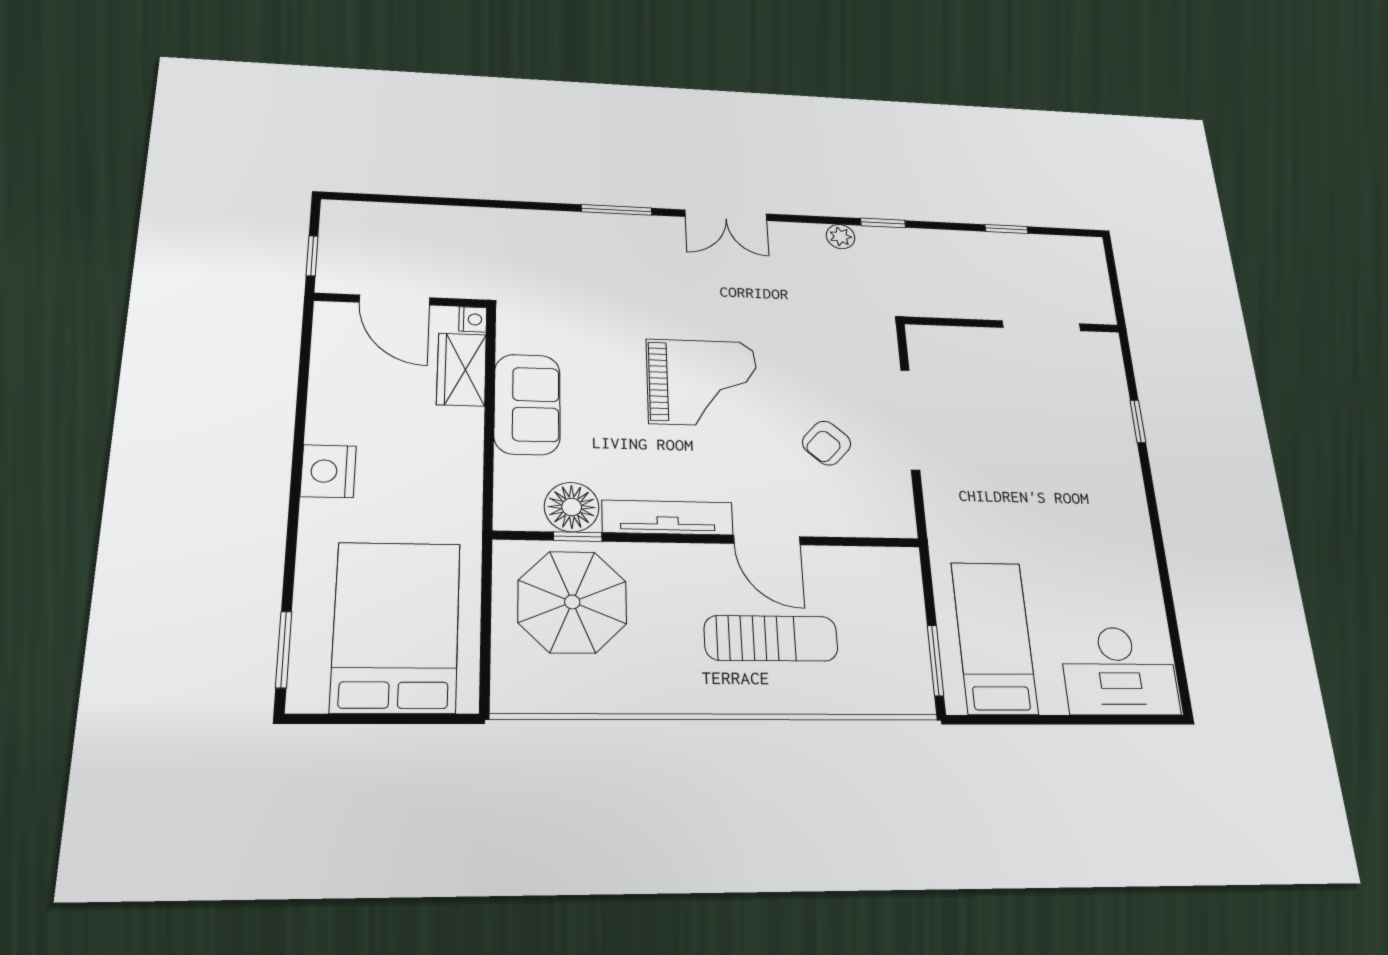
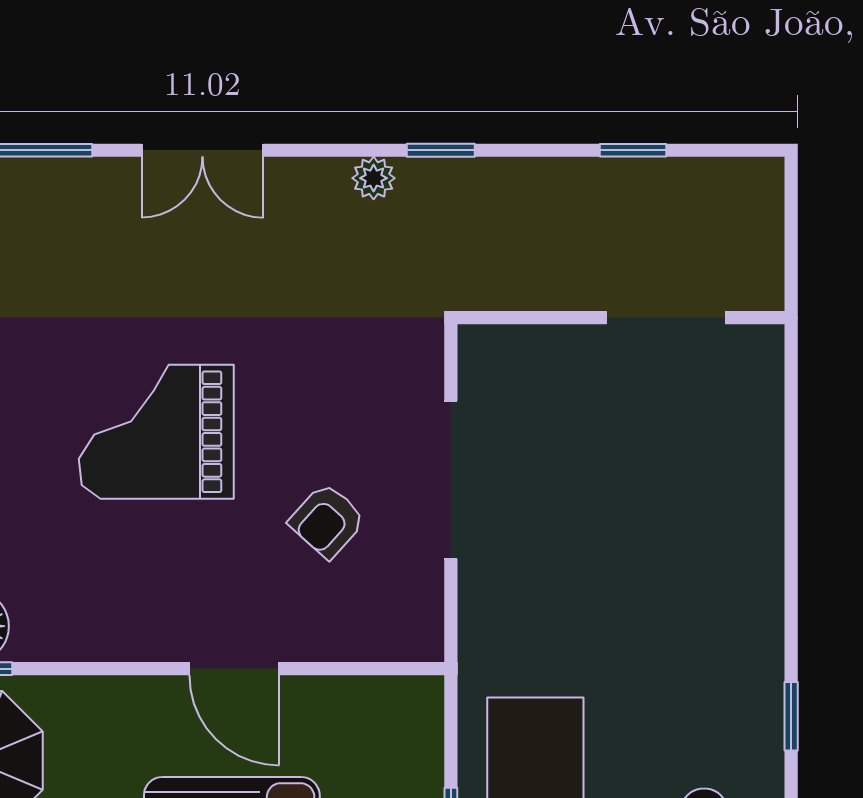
grand piano: (702, 383) -> (156, 432), turned 180
window: (1138, 421) -> (791, 716), moved
tv unit: (668, 517) -> (101, 638), removed

